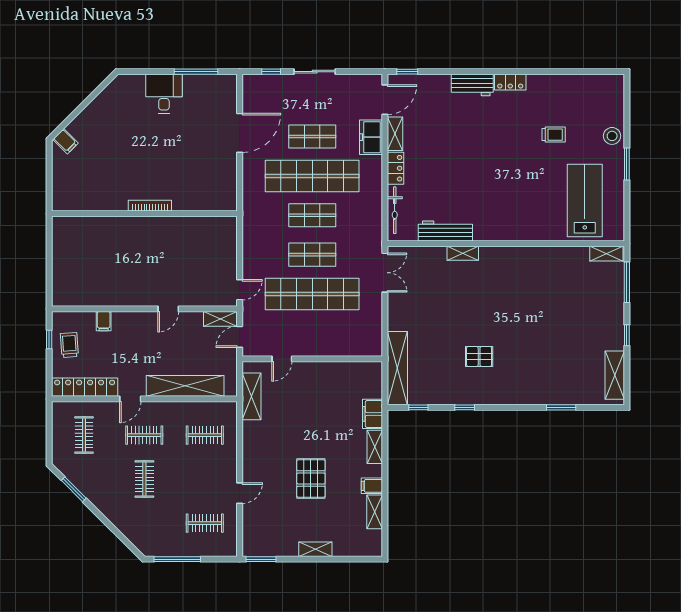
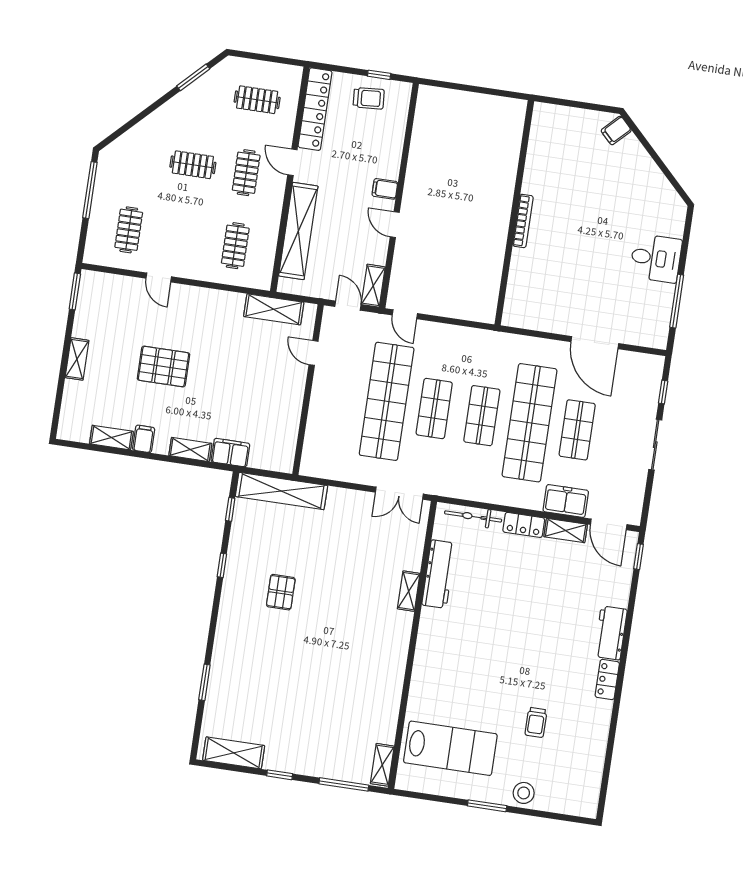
filing cabinet: (104, 321) -> (385, 189), moved

